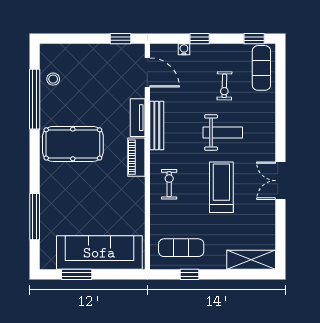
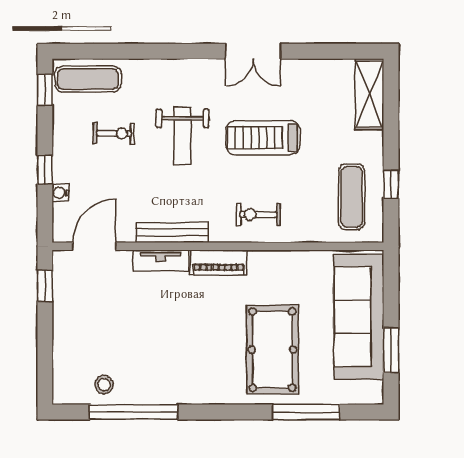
weight bench: (223, 132) -> (183, 136), turned 180
pool table: (73, 144) -> (272, 350), moved

